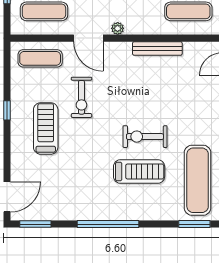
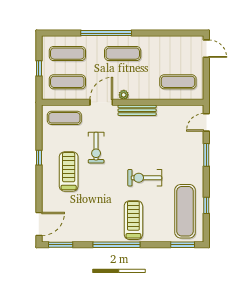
door: (88, 38) -> (101, 102), swing flipped
bench: (157, 48) -> (137, 110), moved
treadmill: (139, 171) -> (133, 220), moved, turned -90

